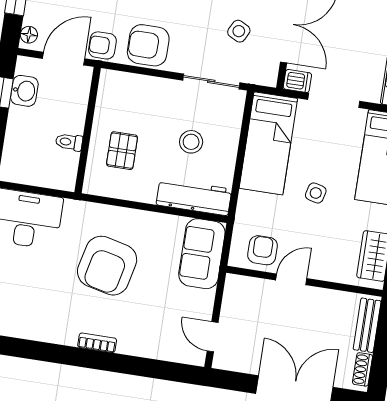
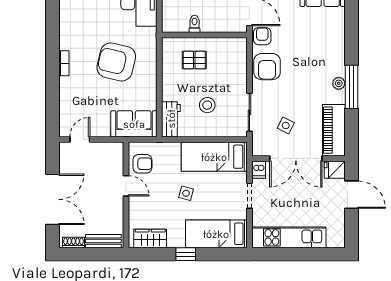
armchair: (148, 45) -> (267, 67), turned 180
doorway: (334, 100) -> (249, 196), width x0.73
workbench: (194, 197) -> (171, 119), width x0.73

